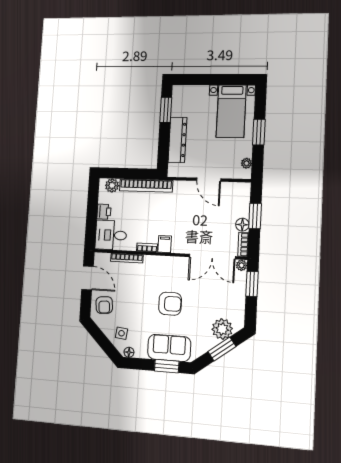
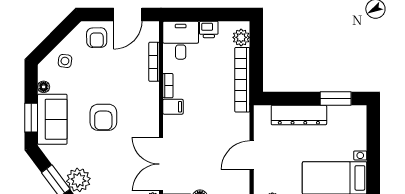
armchair: (104, 305) -> (97, 38), turned -86
floor lamp: (129, 352) -> (44, 87), moved

